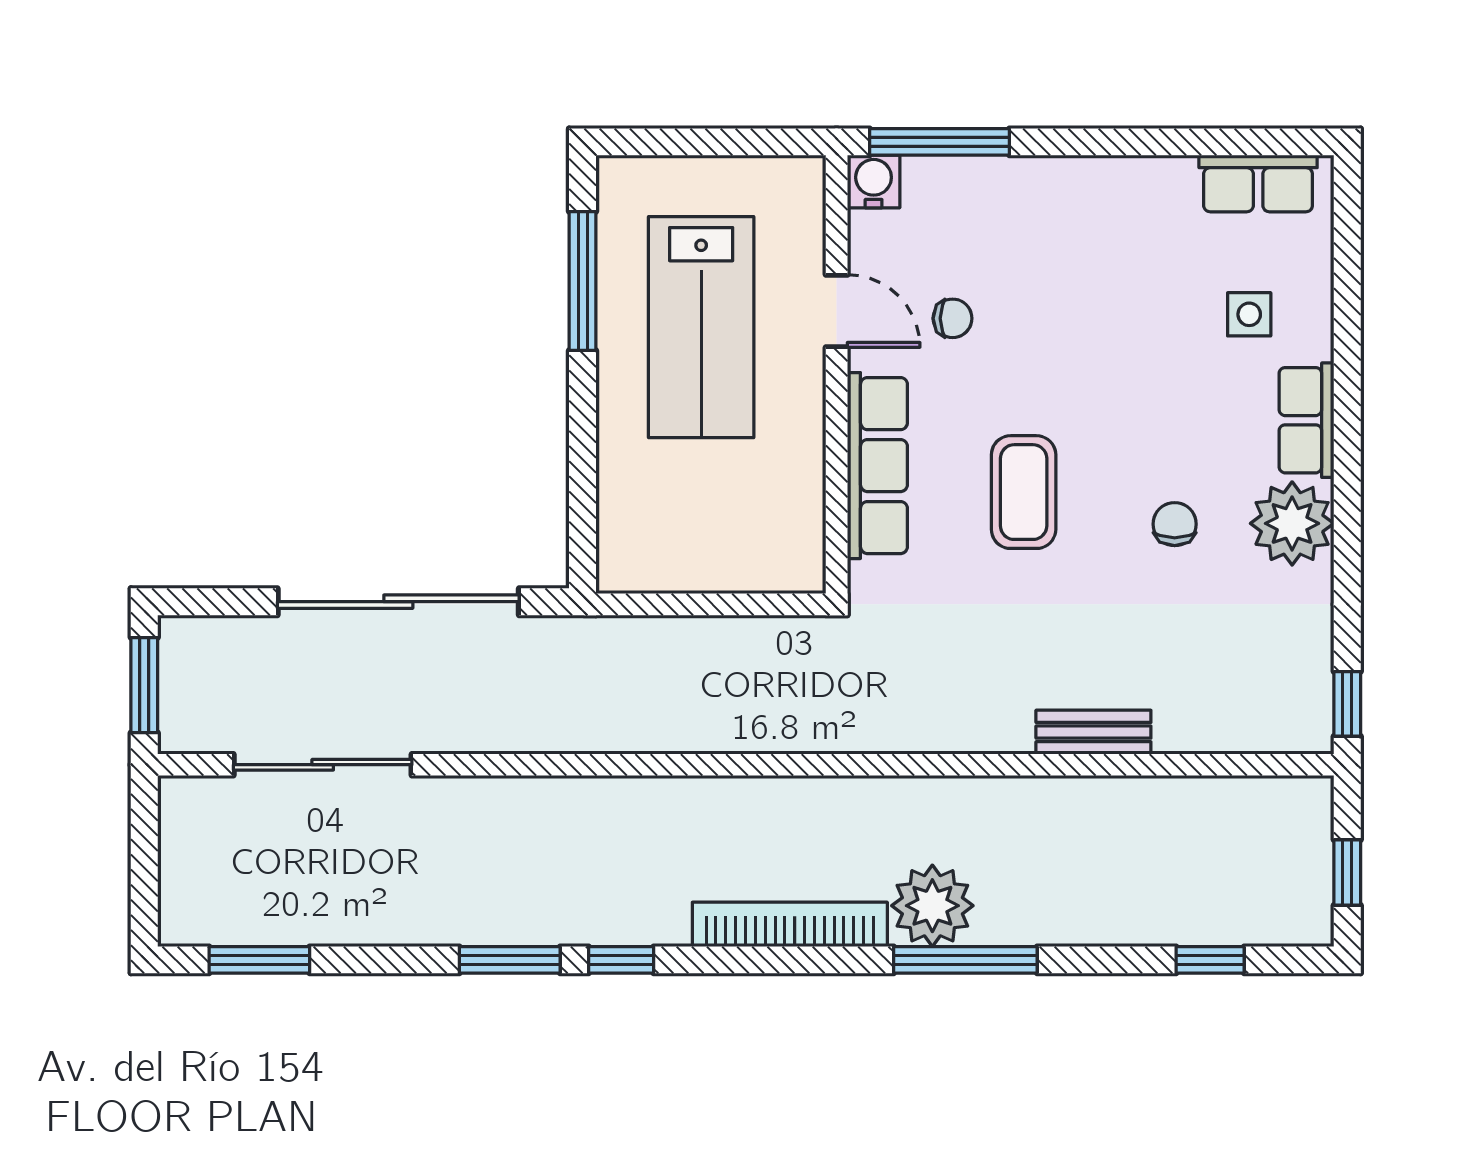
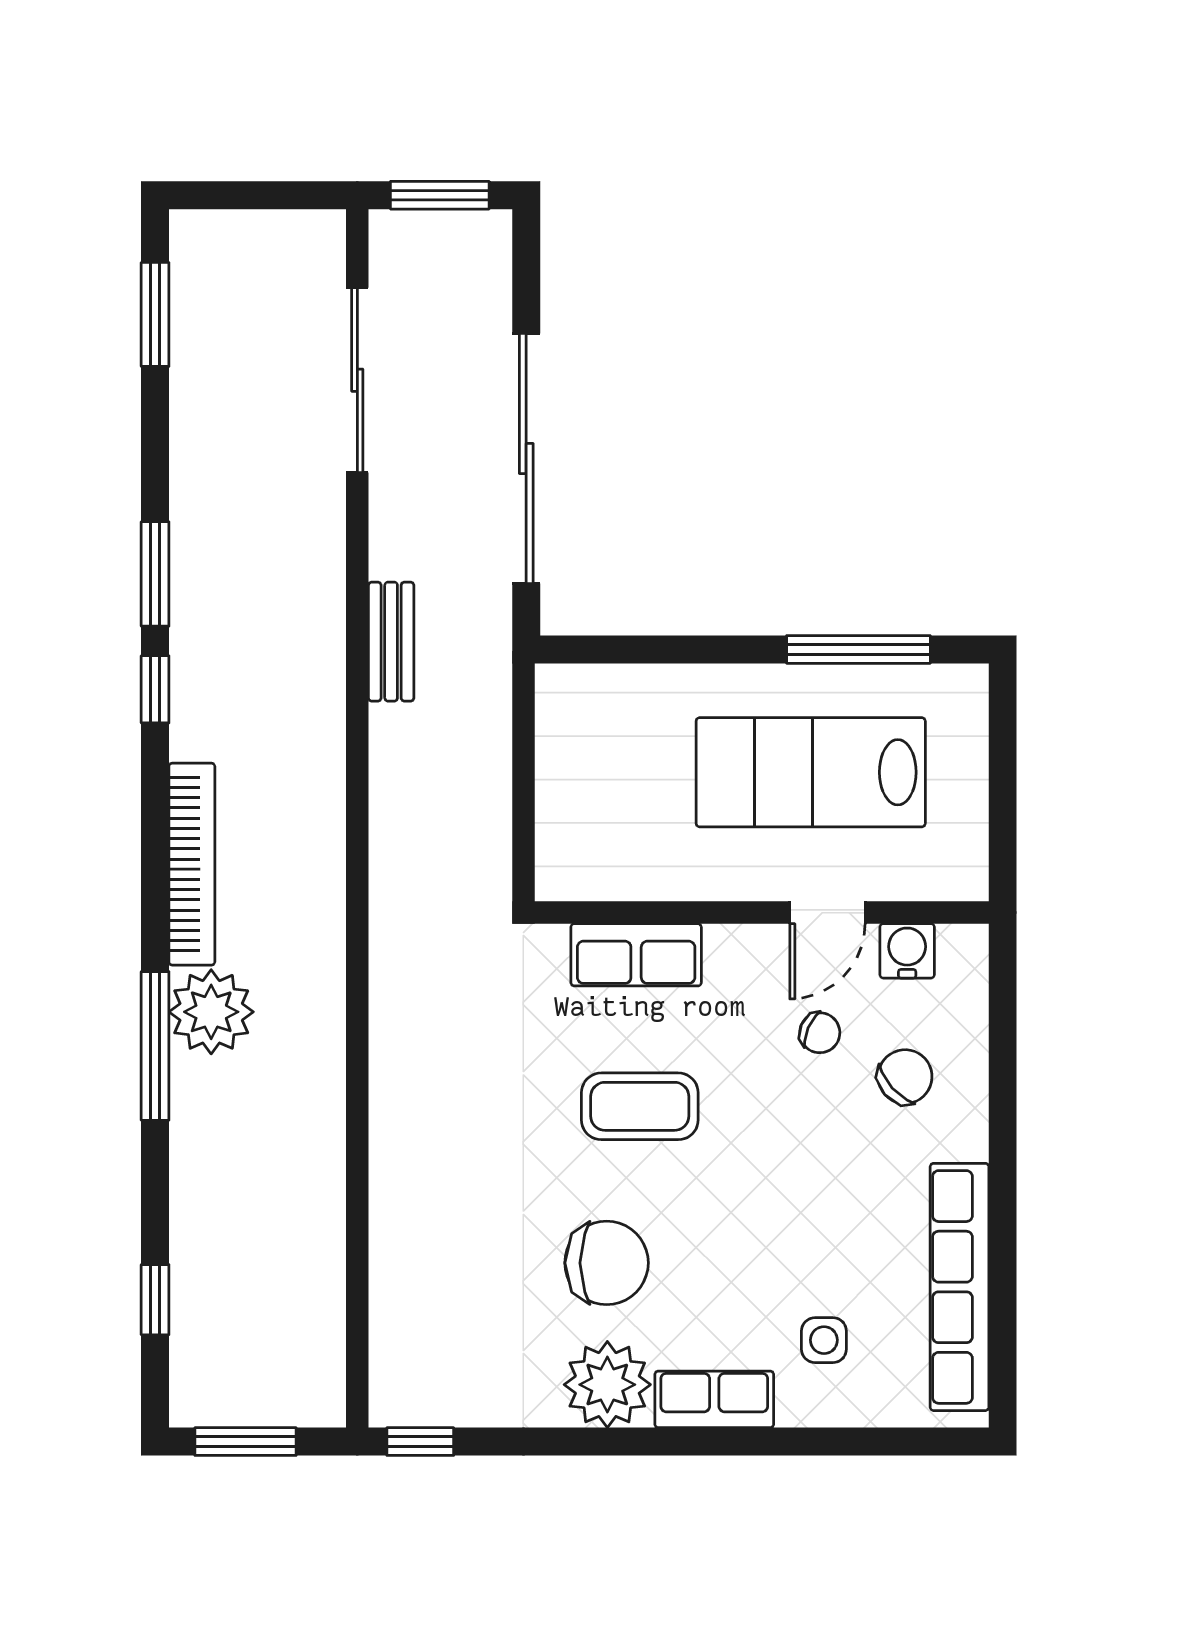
window: (939, 142) -> (1003, 1019), removed
water cooler: (874, 182) -> (907, 951), moved, turned -90
row of seats: (1258, 184) -> (959, 1287), width x2.02
chair: (995, 236) -> (905, 1077), added
chair: (953, 318) -> (820, 1033), turned -66
row of seats: (877, 466) -> (636, 955), width x0.68
chair: (1175, 524) -> (607, 1263), width x1.87, depth x1.87
bench: (1093, 732) -> (391, 642), moved
window: (1347, 873) -> (246, 1442), width x1.50

